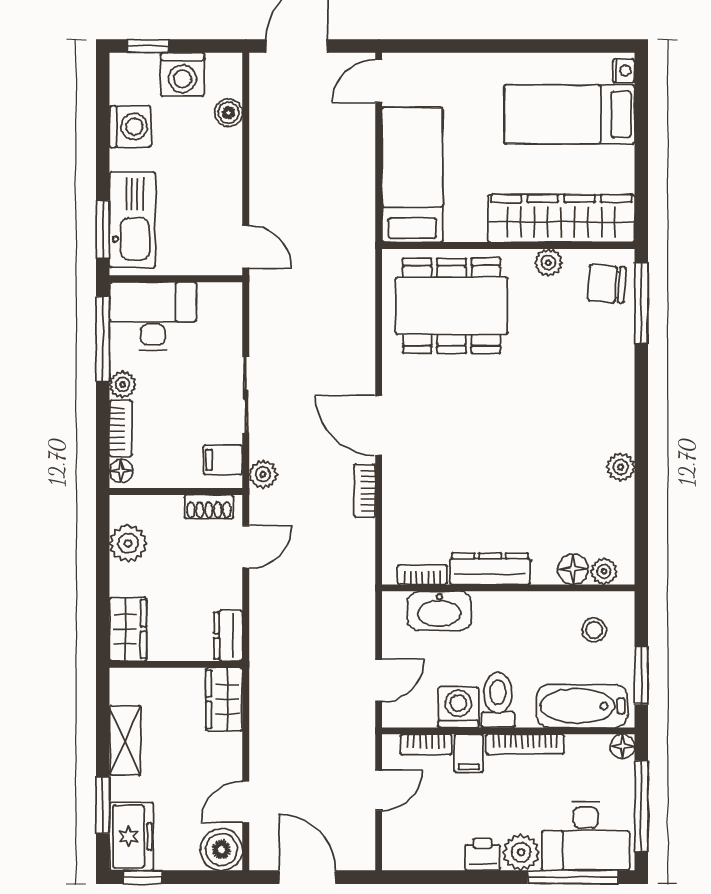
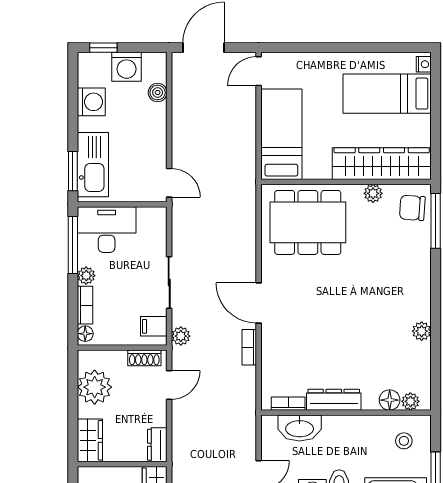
plant: (128, 543) -> (95, 387), width x1.36, depth x1.36

